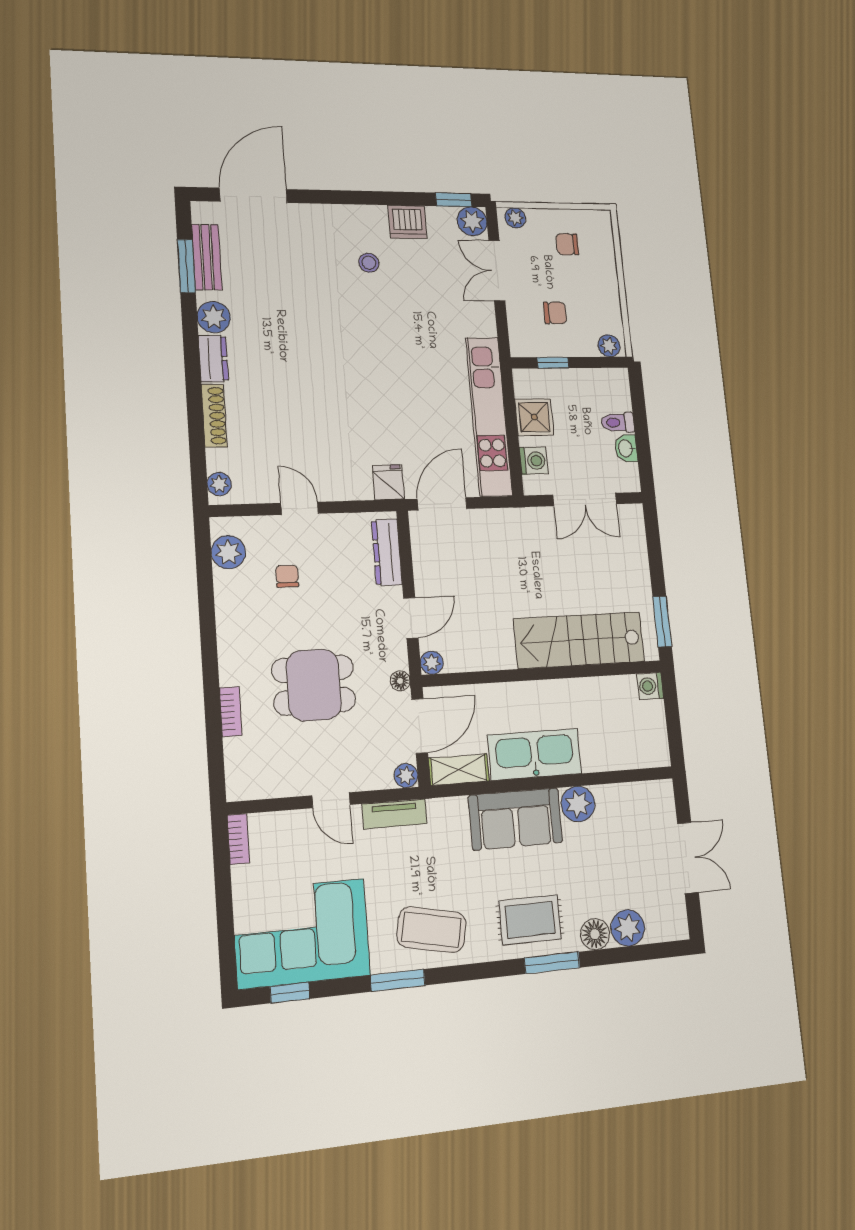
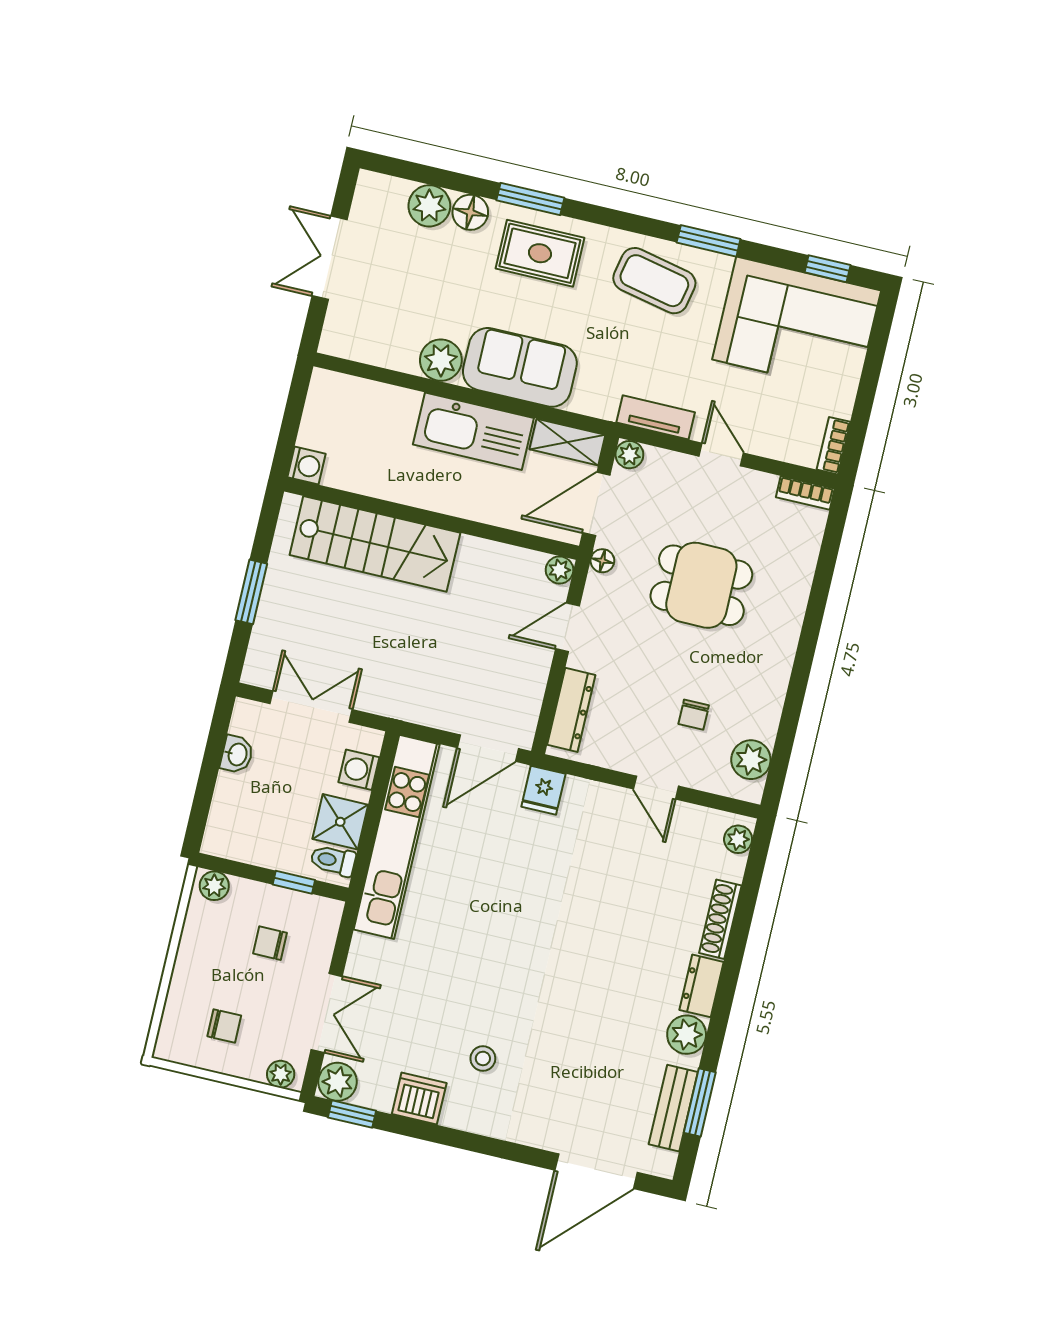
toilet: (618, 422) -> (333, 860), moved, turned 180
window: (662, 622) -> (251, 592), moved
bookcase: (231, 712) -> (805, 493), moved, turned -90

